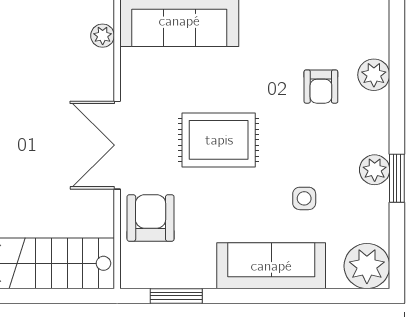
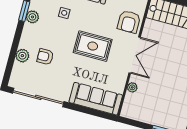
plant: (103, 36) -> (132, 87), moved
armchair: (321, 87) -> (45, 57), turned -90

